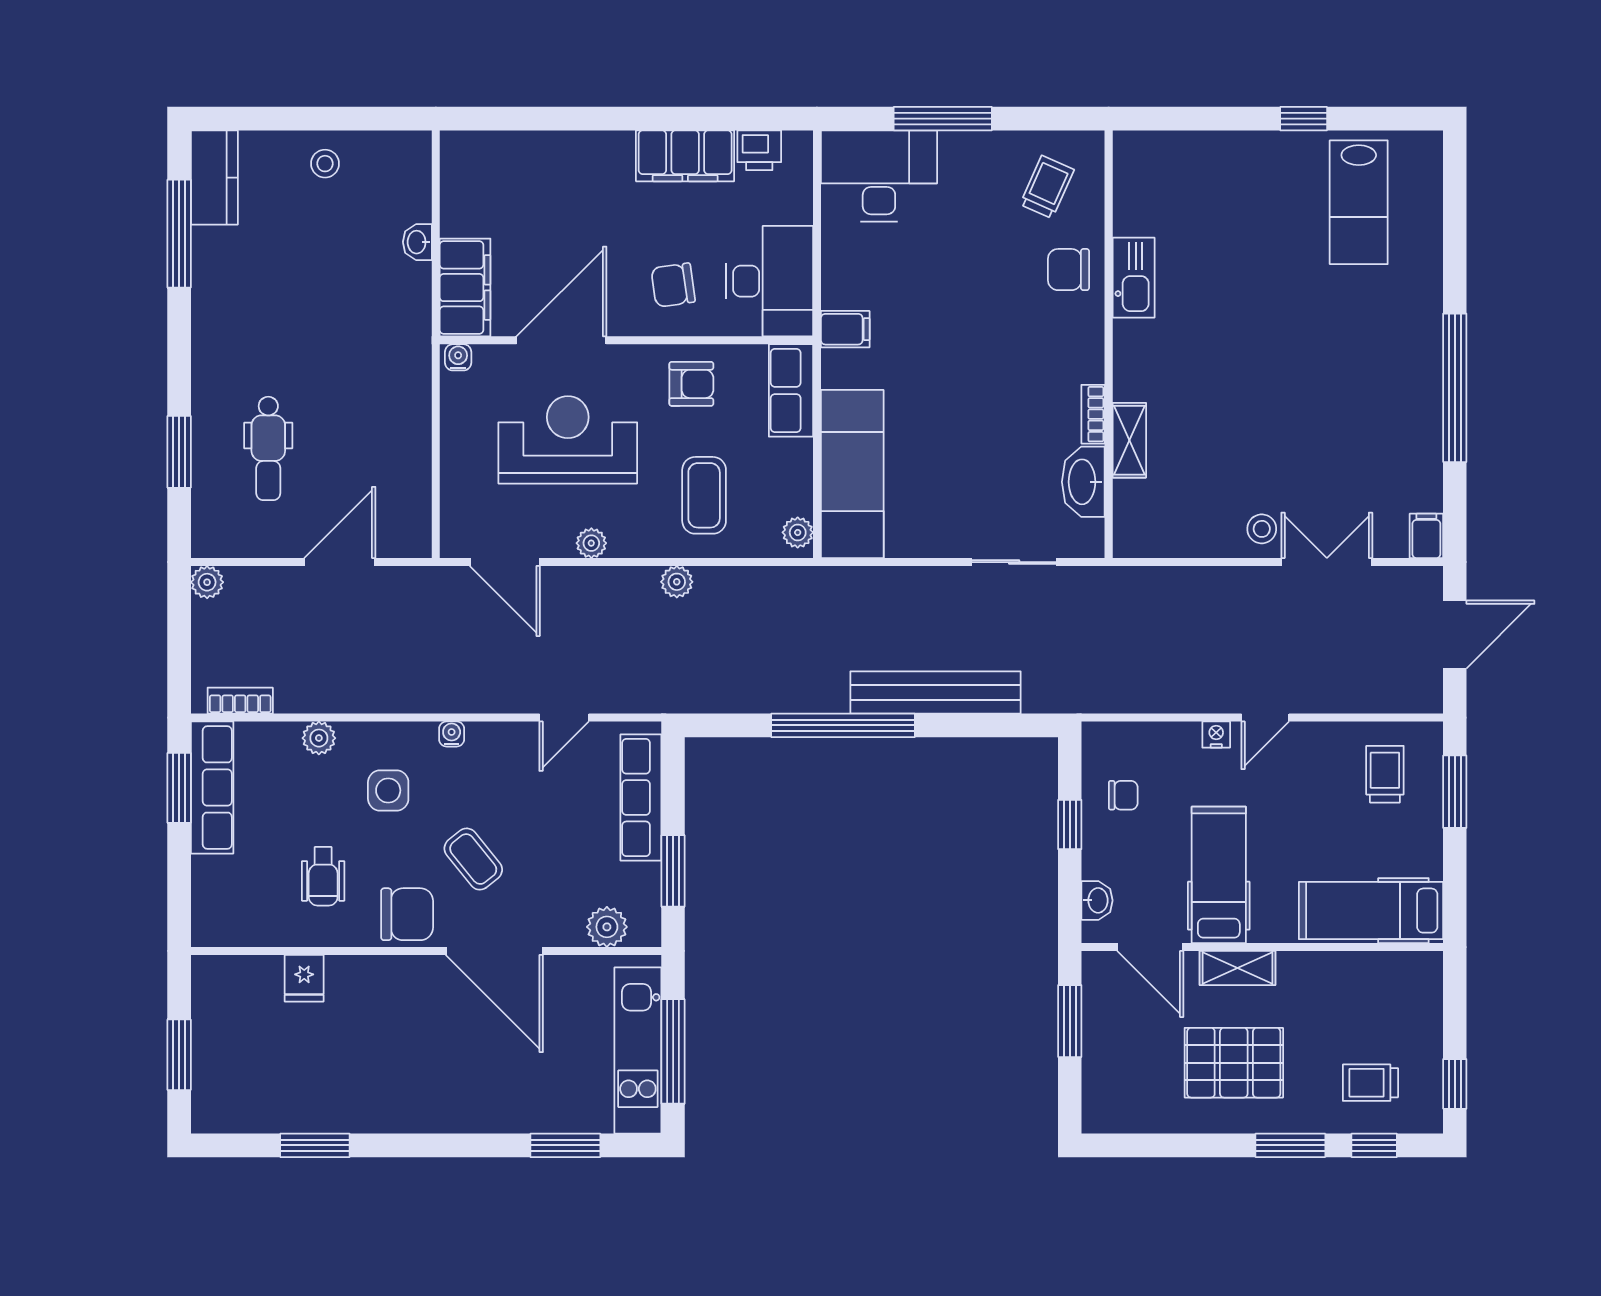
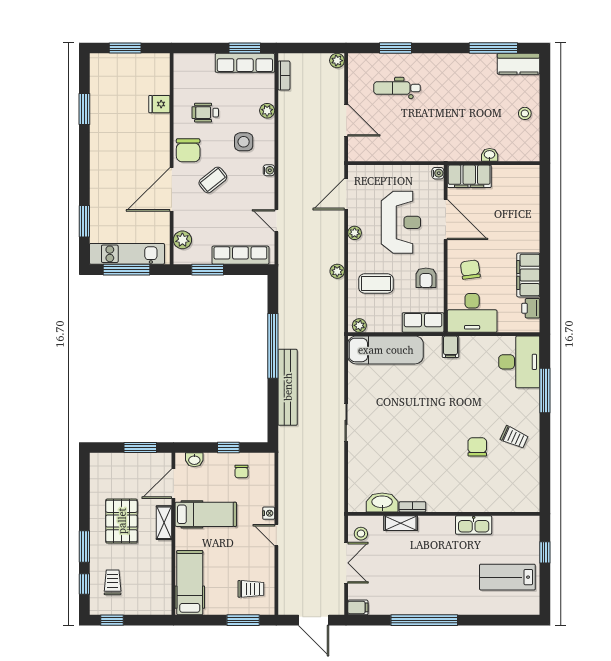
kitchen sink: (1134, 278) -> (474, 525), moved
wall: (1109, 344) -> (444, 514), moved
bookcase: (1093, 414) -> (412, 507), moved
shelving: (1129, 440) -> (401, 523), moved
washbasin: (1083, 482) -> (382, 502), moved

